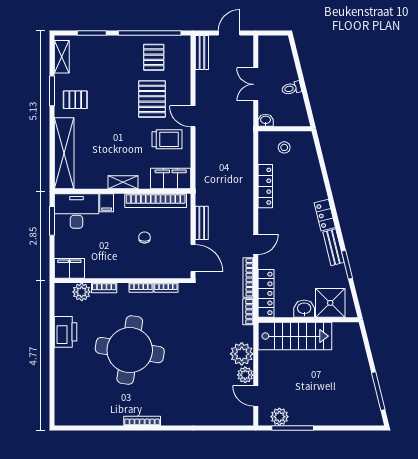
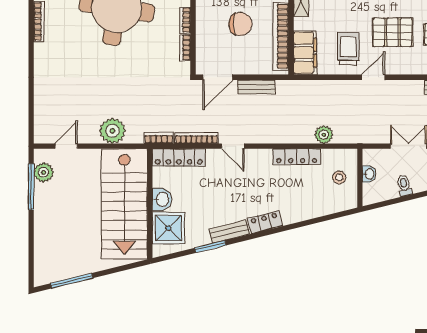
washbasin: (266, 120) -> (369, 174), moved
trolley: (167, 139) -> (348, 49), turned 180
chair: (145, 237) -> (240, 24), width x1.87, depth x1.87
stairs: (295, 336) -> (124, 204), width x1.36, depth x1.51
plant: (245, 375) -> (324, 135), moved

